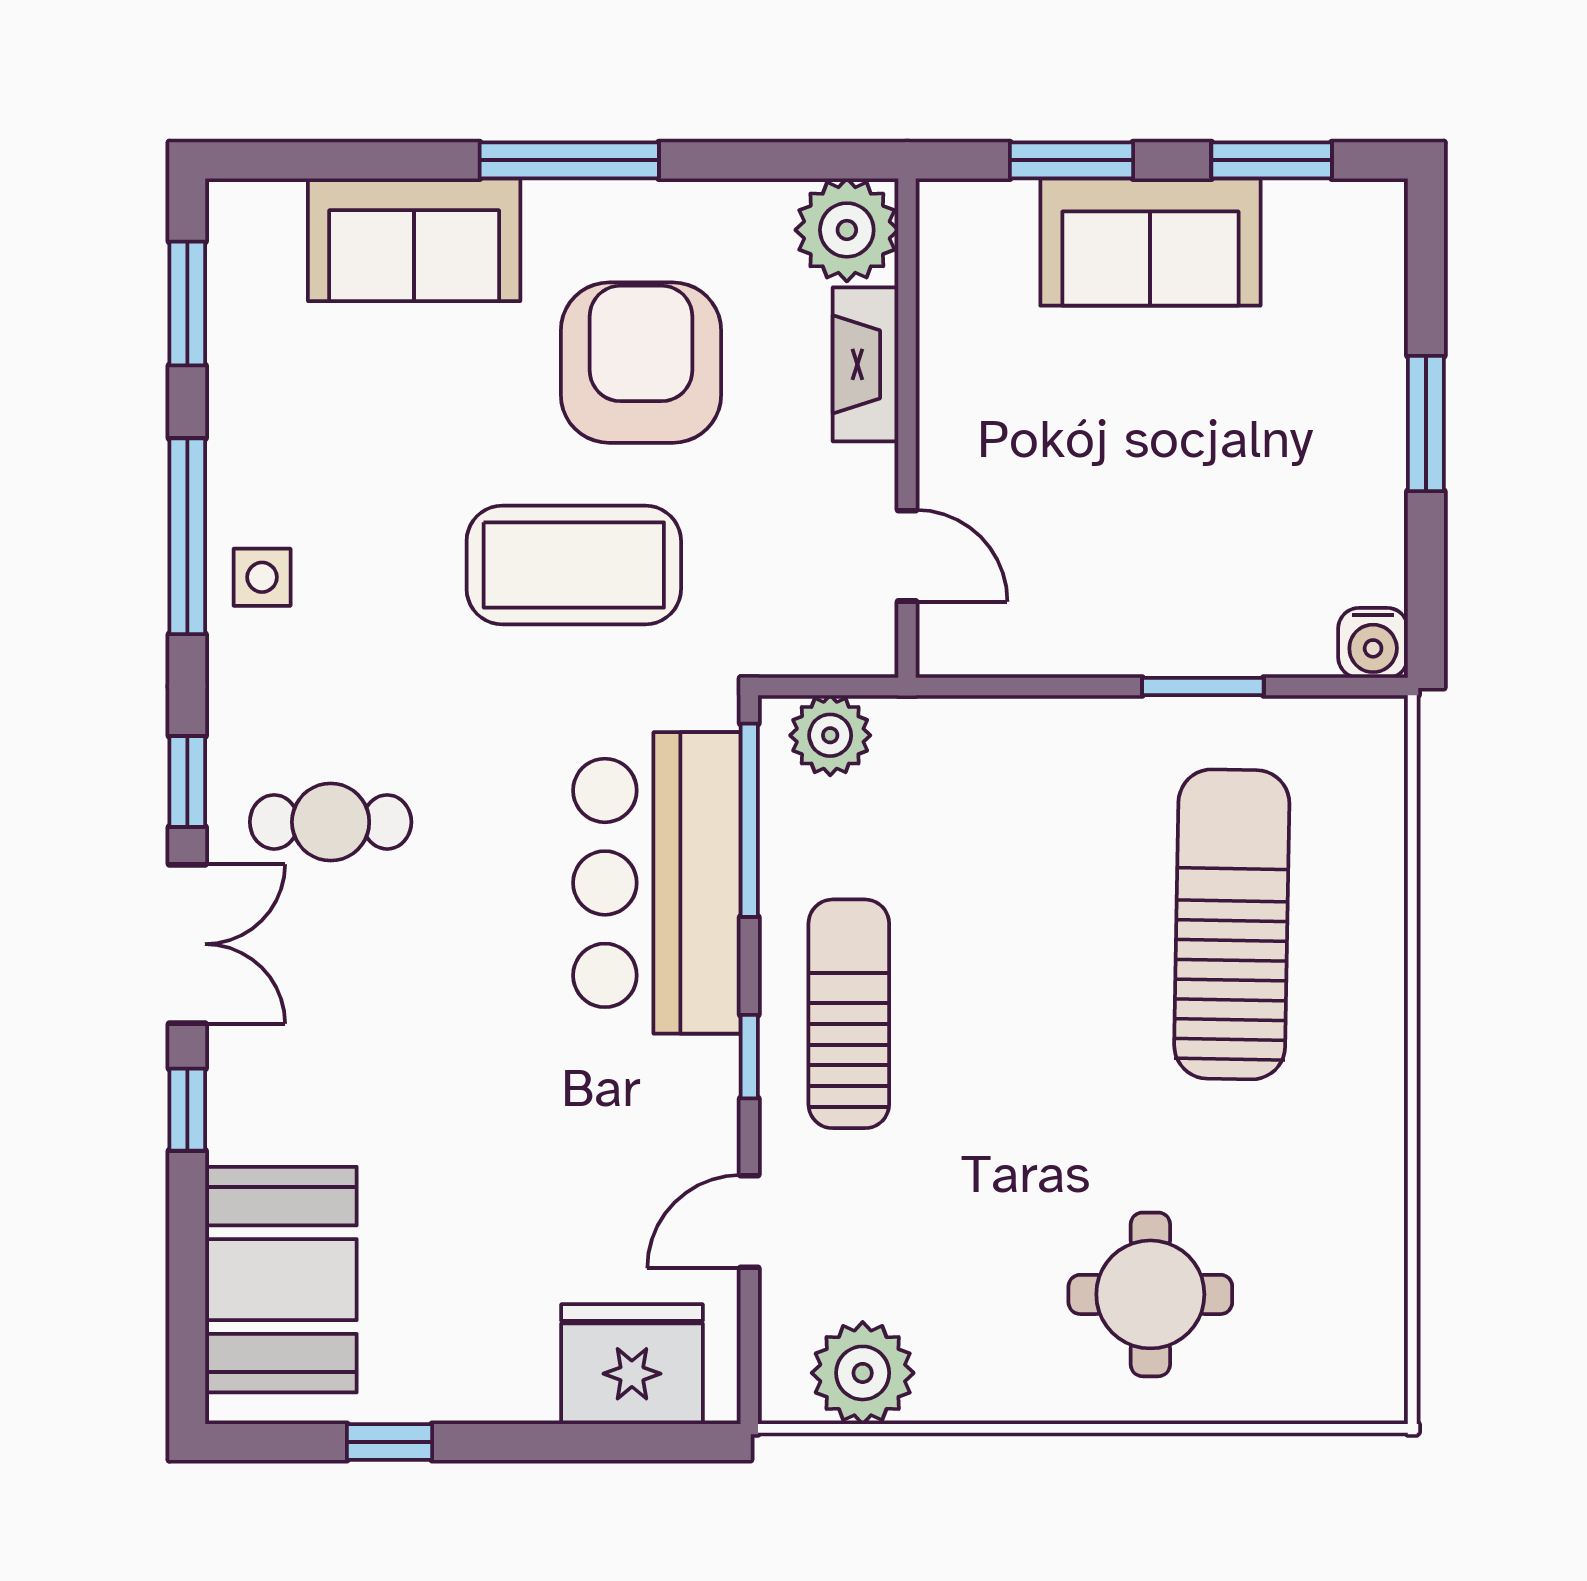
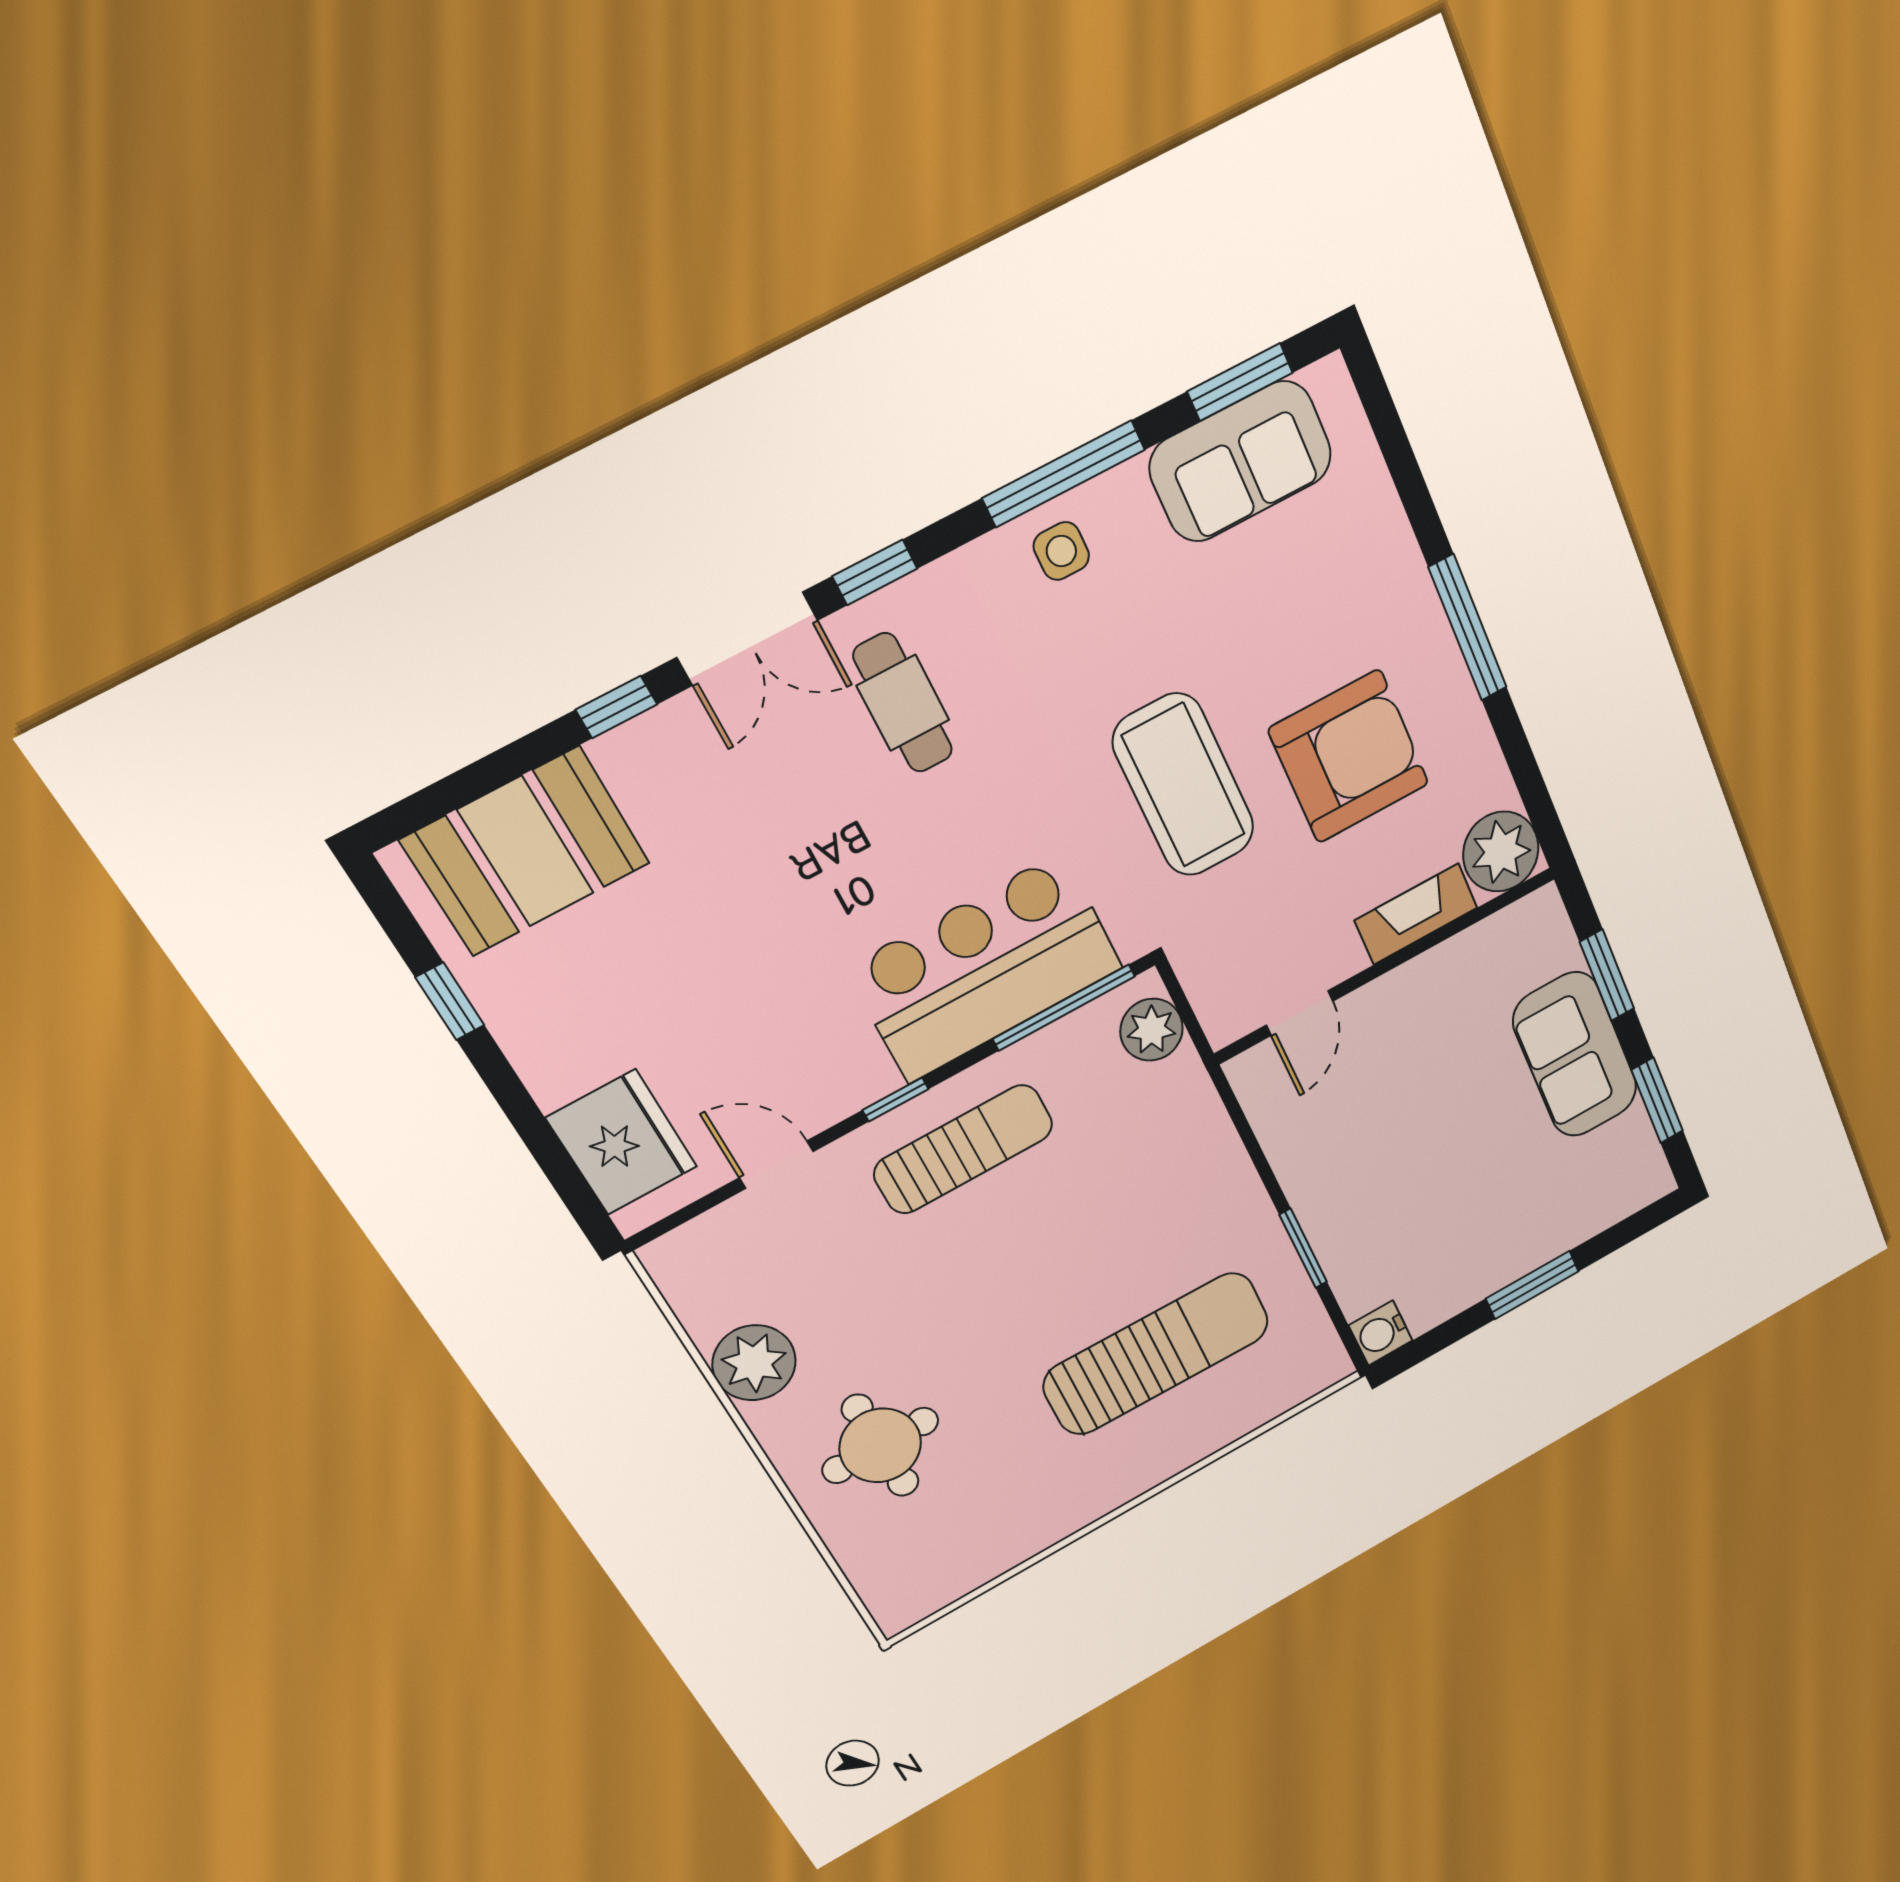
sofa: (414, 240) -> (1241, 461), moved, turned -90
plant: (863, 1373) -> (754, 1363), moved

